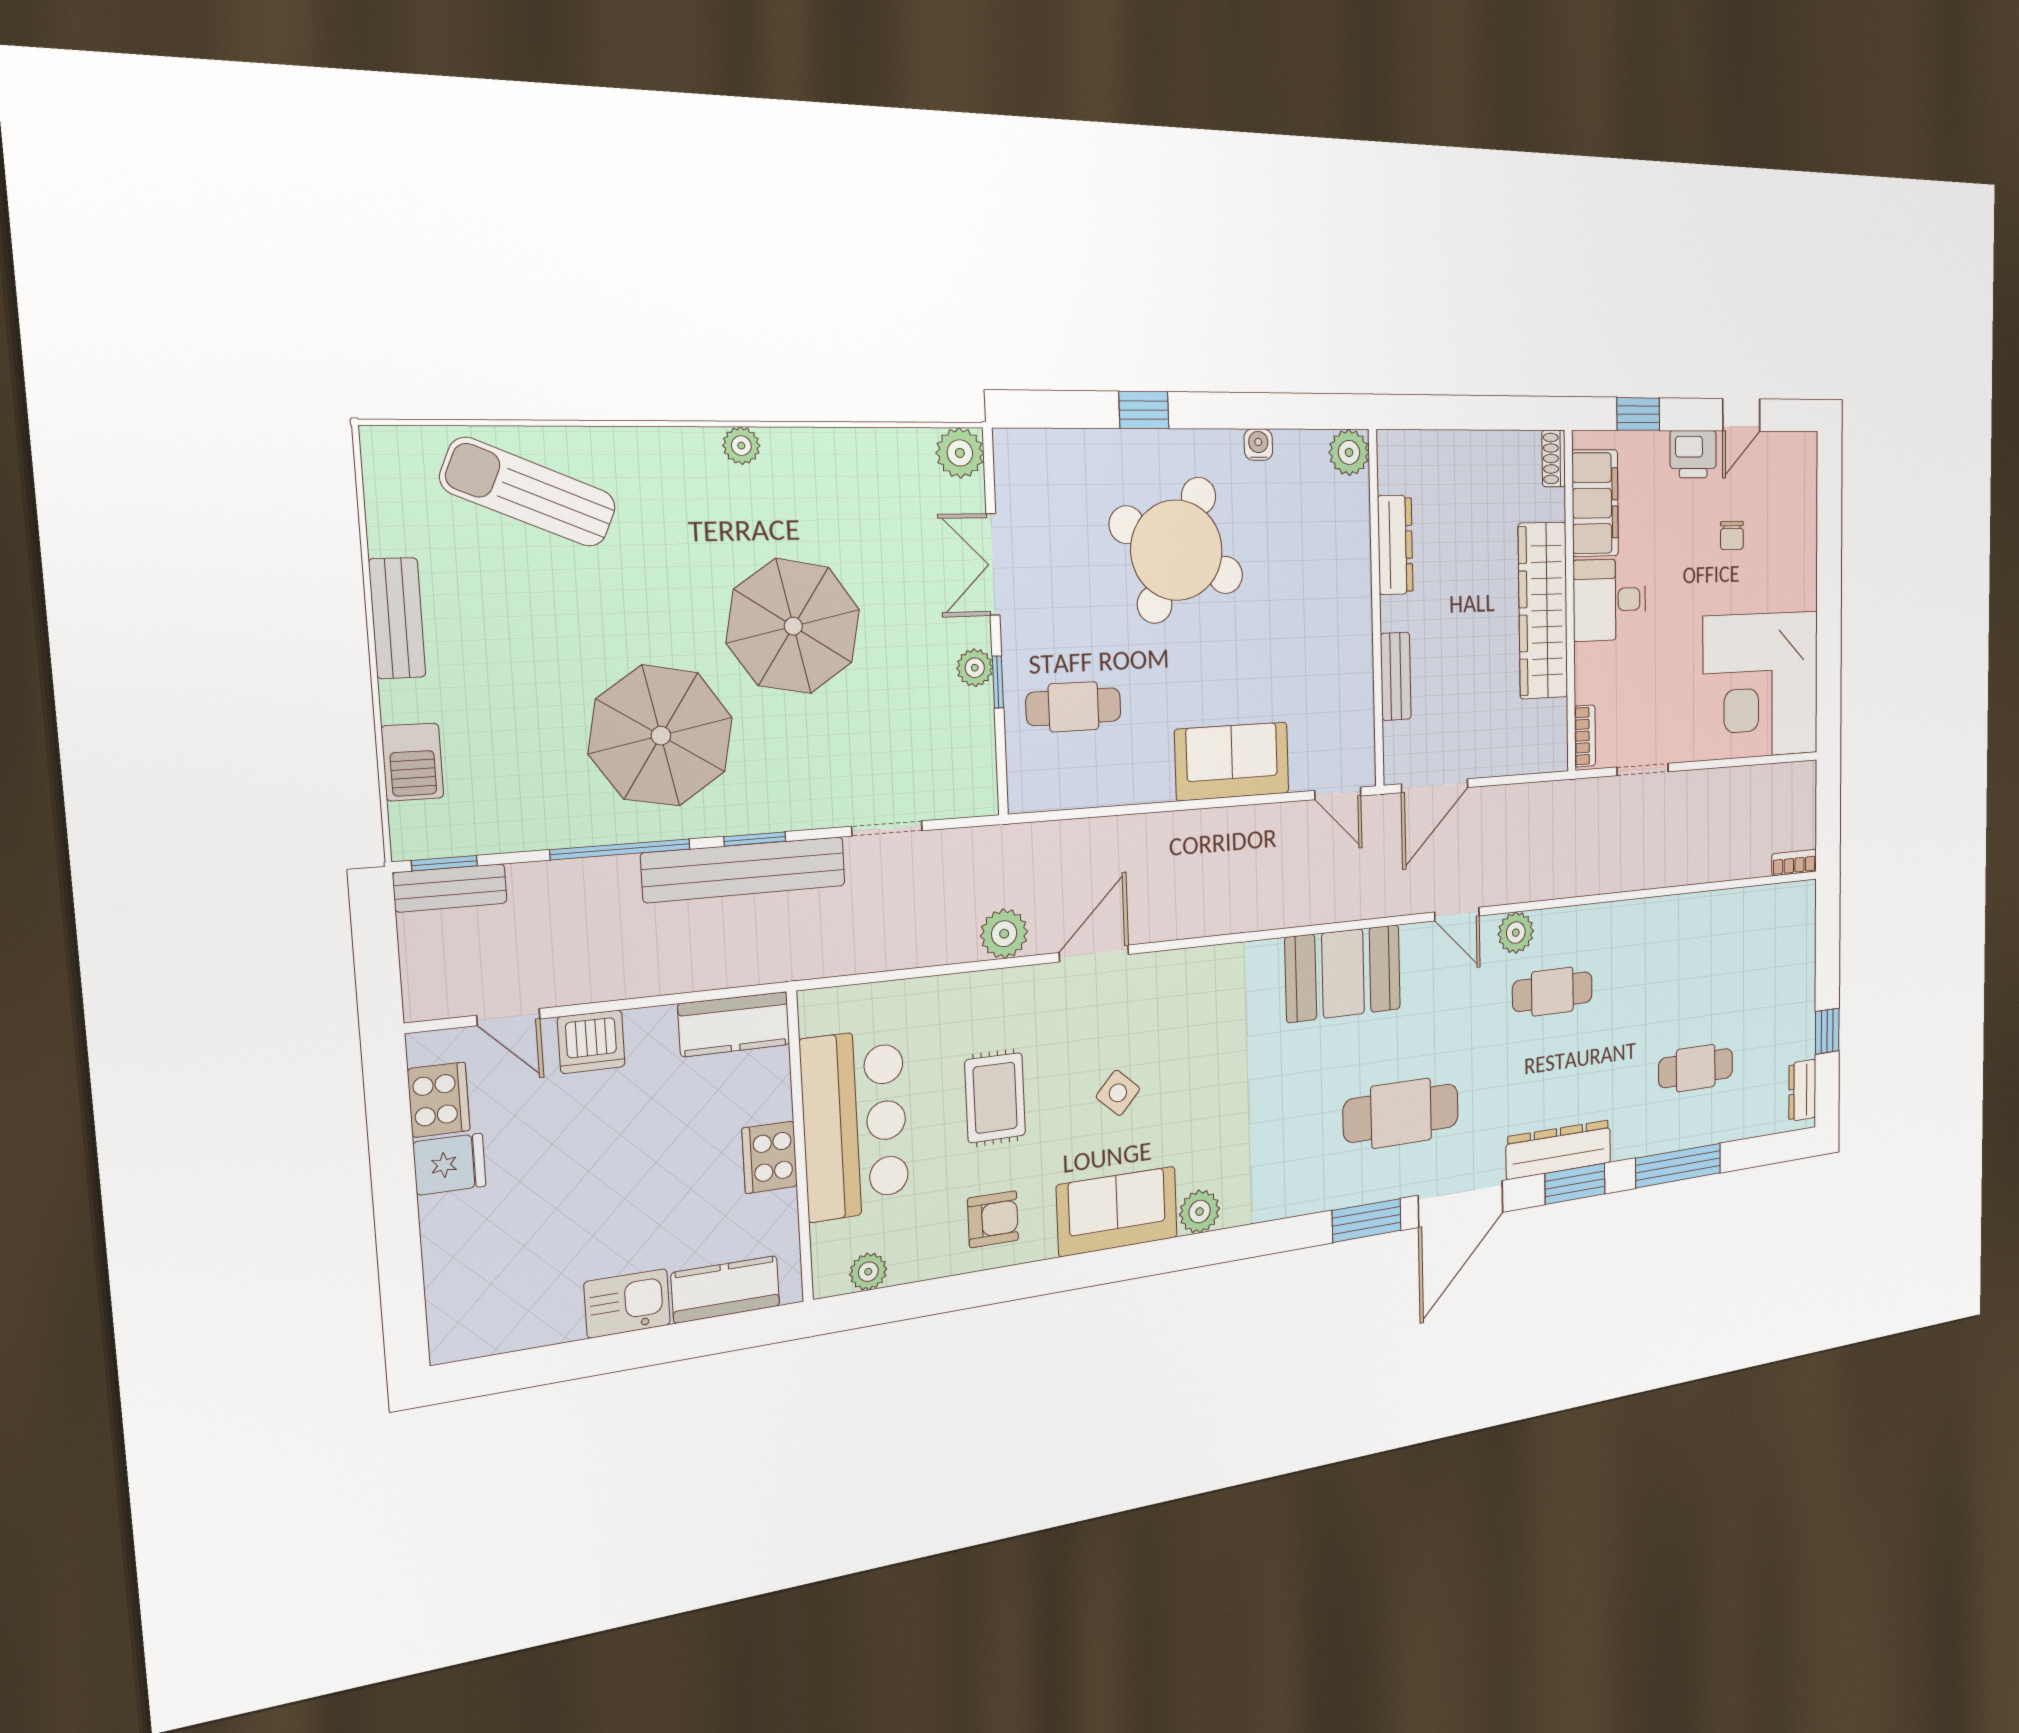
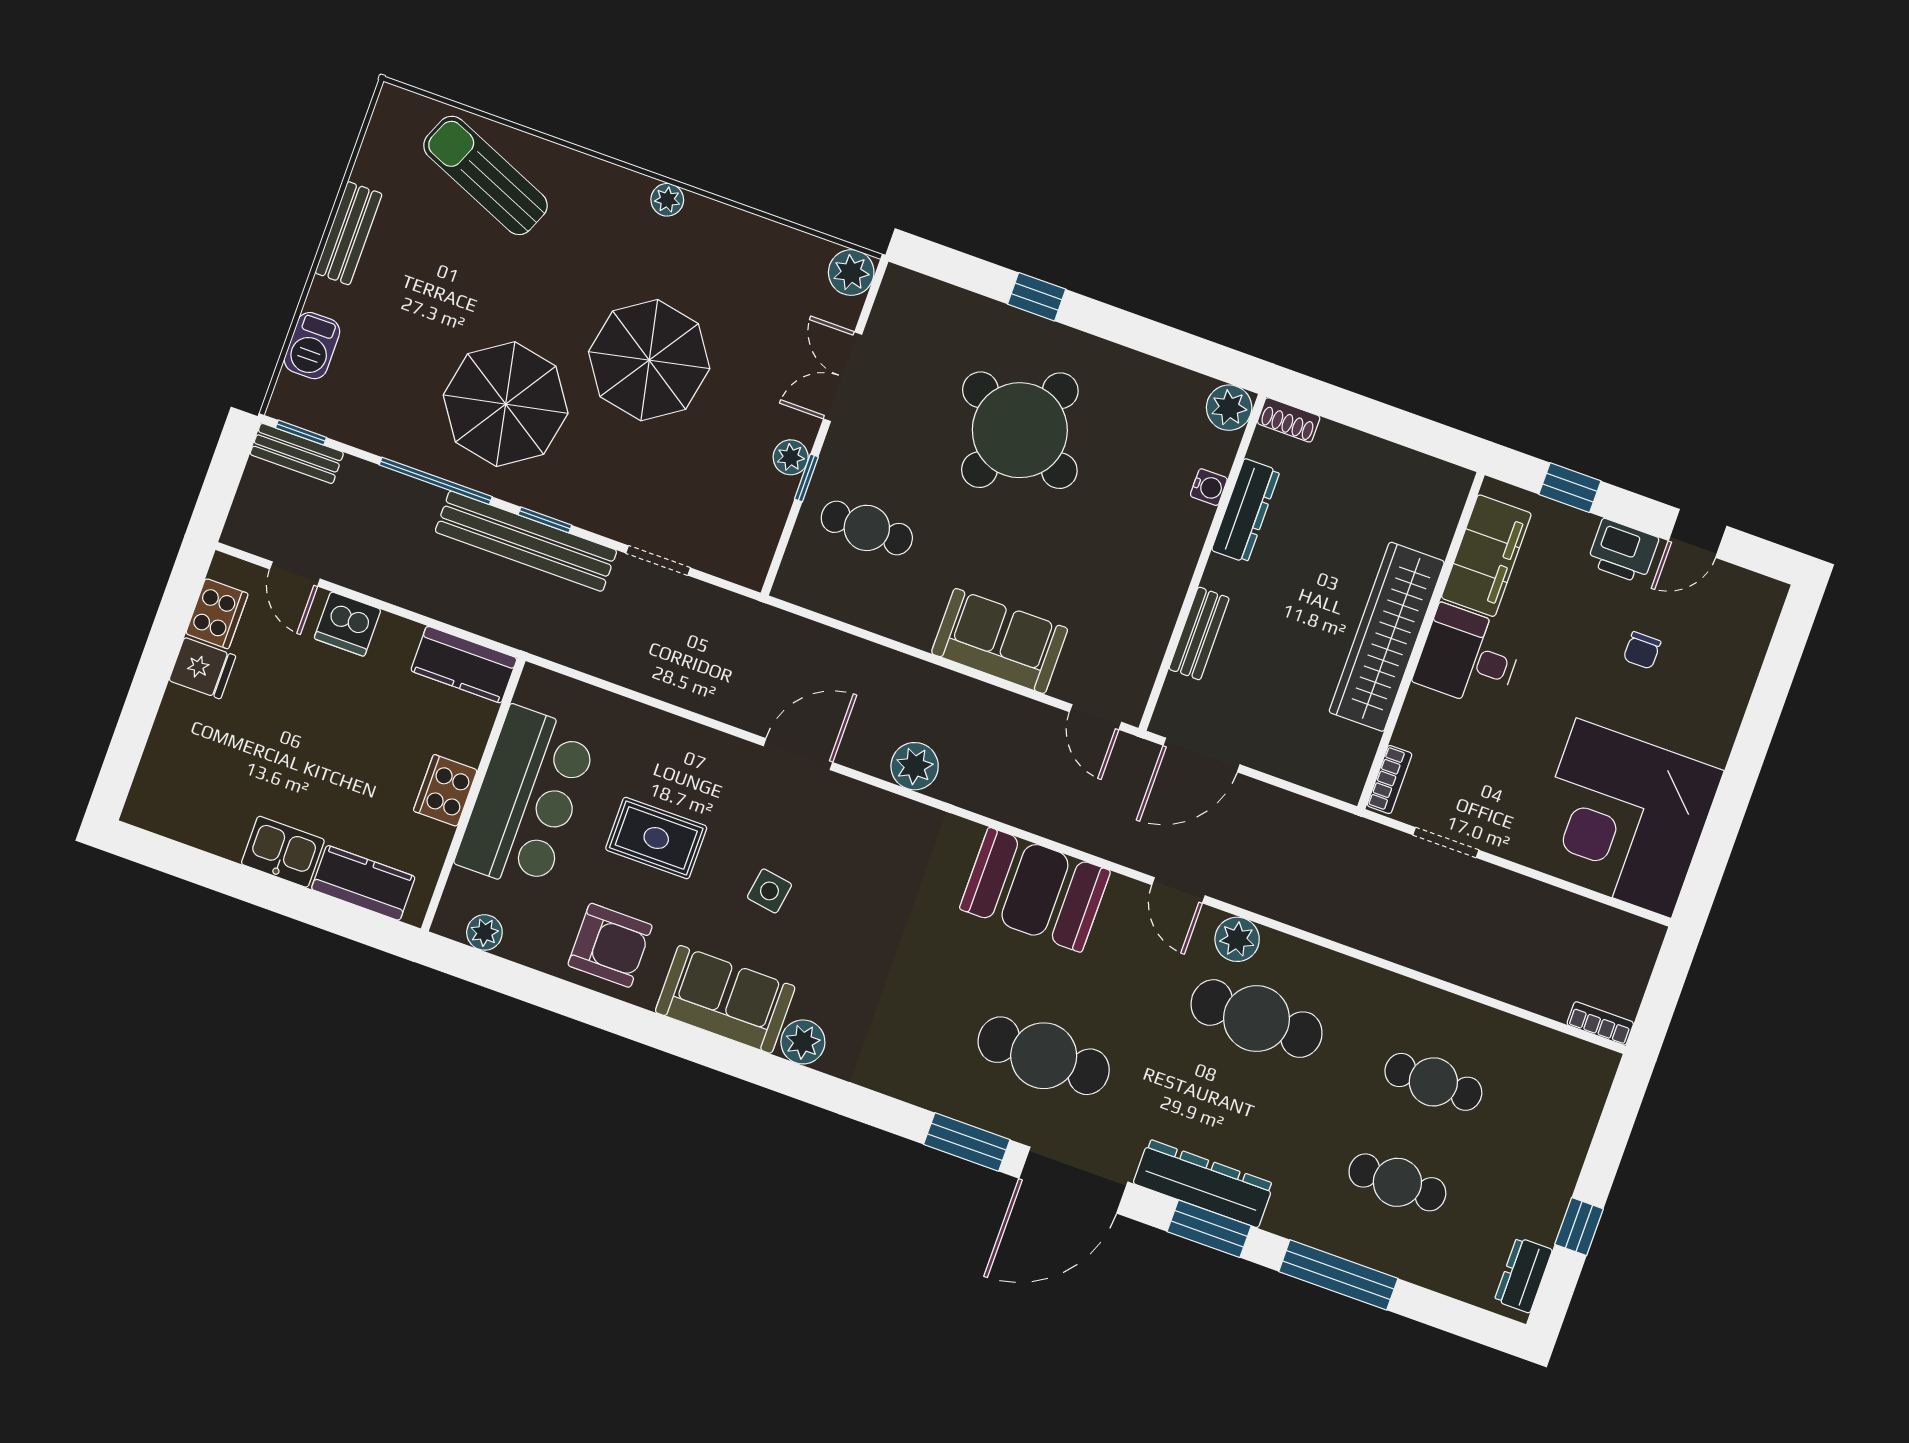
water cooler: (1258, 444) -> (1209, 487), moved, turned 90
shoe rack: (1554, 458) -> (1289, 420), moved, turned -90
plant: (1004, 934) -> (915, 766), moved
cafe table: (1695, 973) -> (1433, 1082), added
cafe table: (1552, 992) -> (1257, 1019), width x1.37, depth x1.35
side table: (1118, 1093) -> (769, 891), turned -33
rug: (995, 1098) -> (656, 838), turned 90
armchair: (993, 1219) -> (610, 945), width x1.38, depth x1.38

